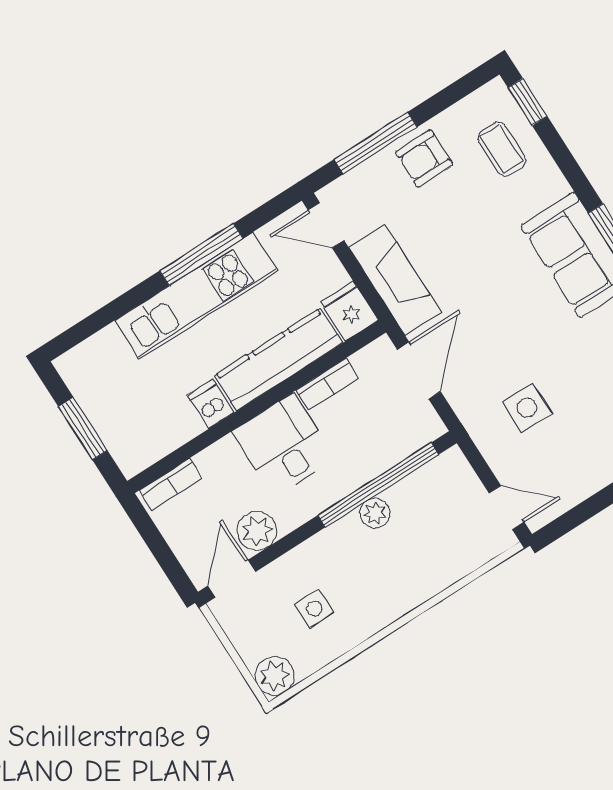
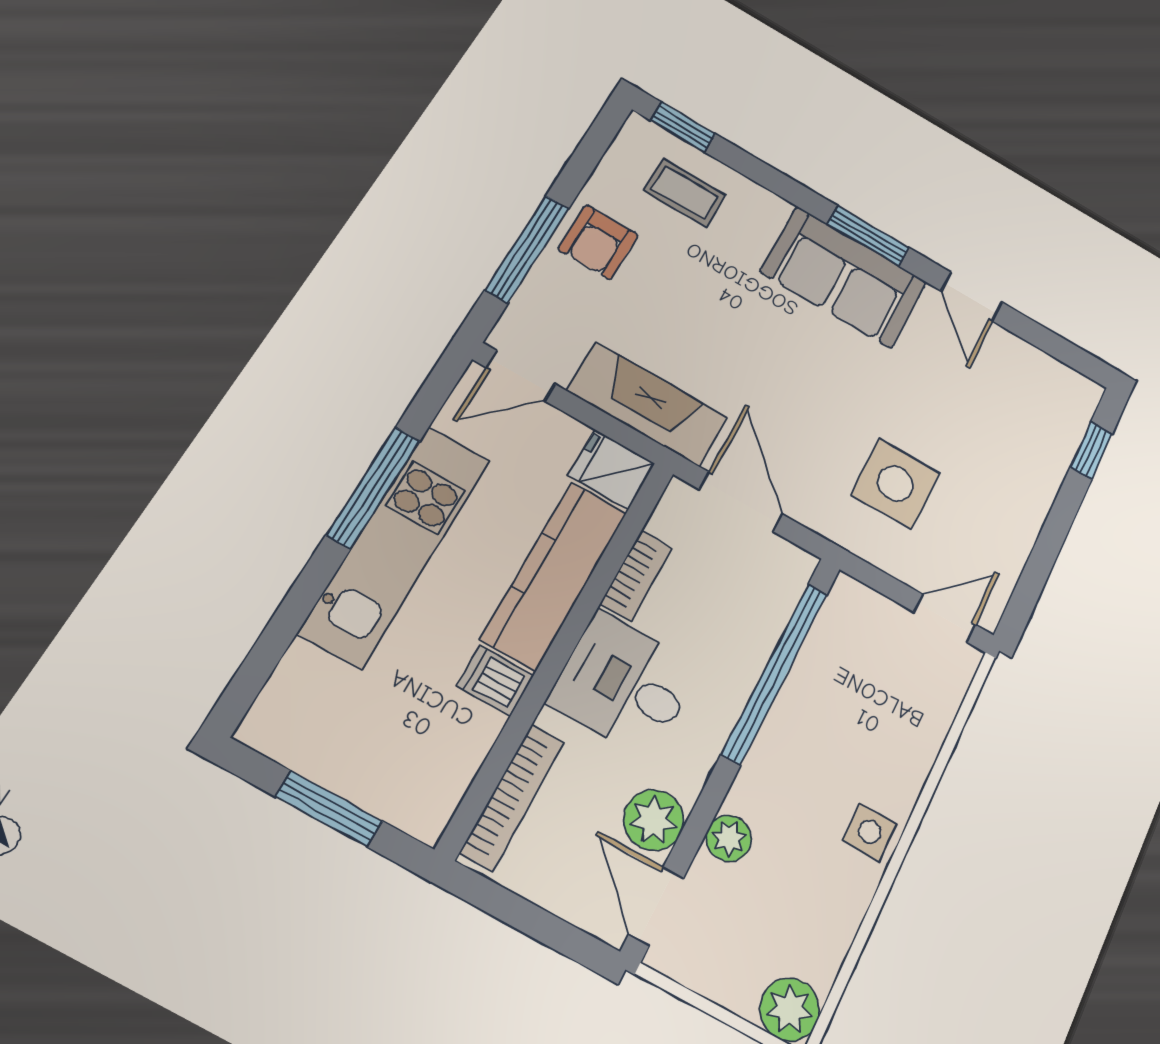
side table: (527, 408) -> (895, 484), width x1.37, depth x1.37
bookcase: (171, 484) -> (512, 797), width x1.56
plant: (375, 513) -> (729, 838), moved
side table: (314, 609) -> (870, 832), moved

